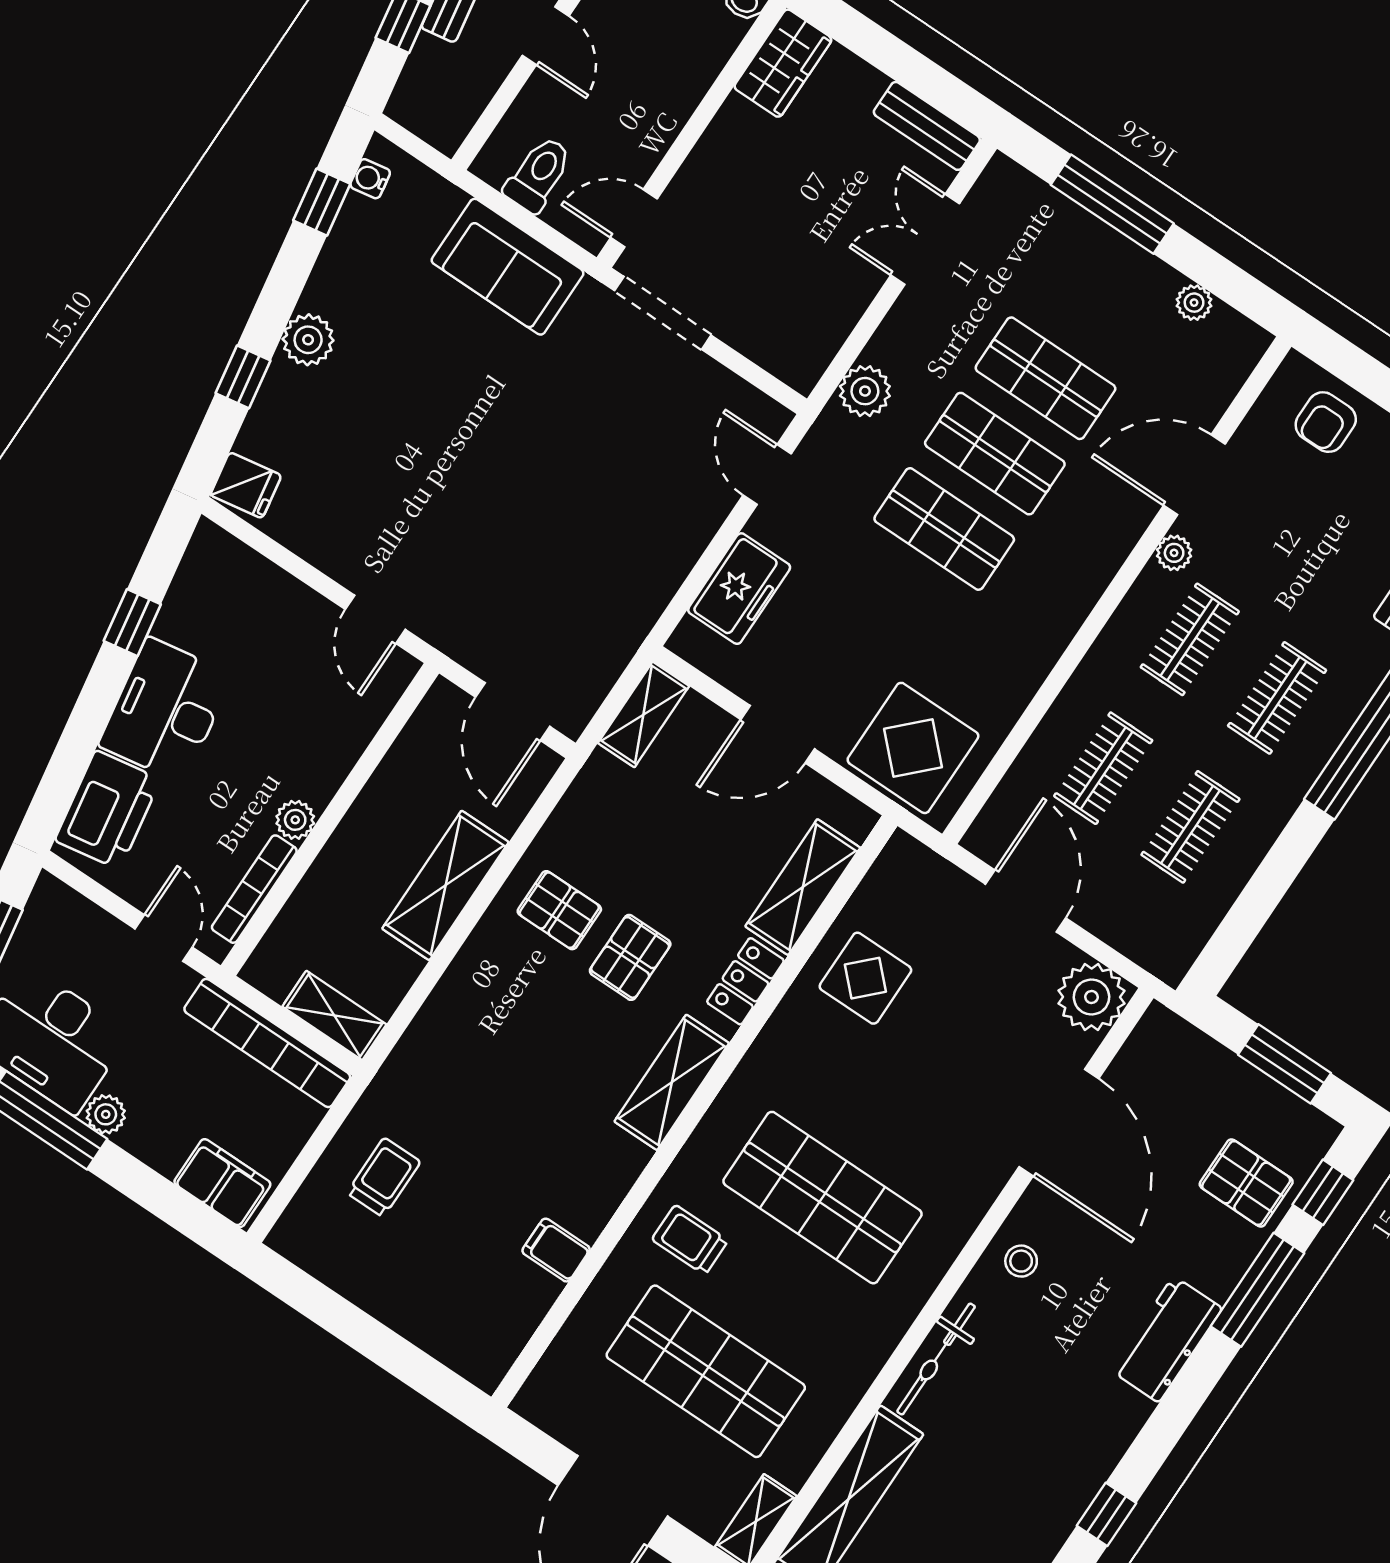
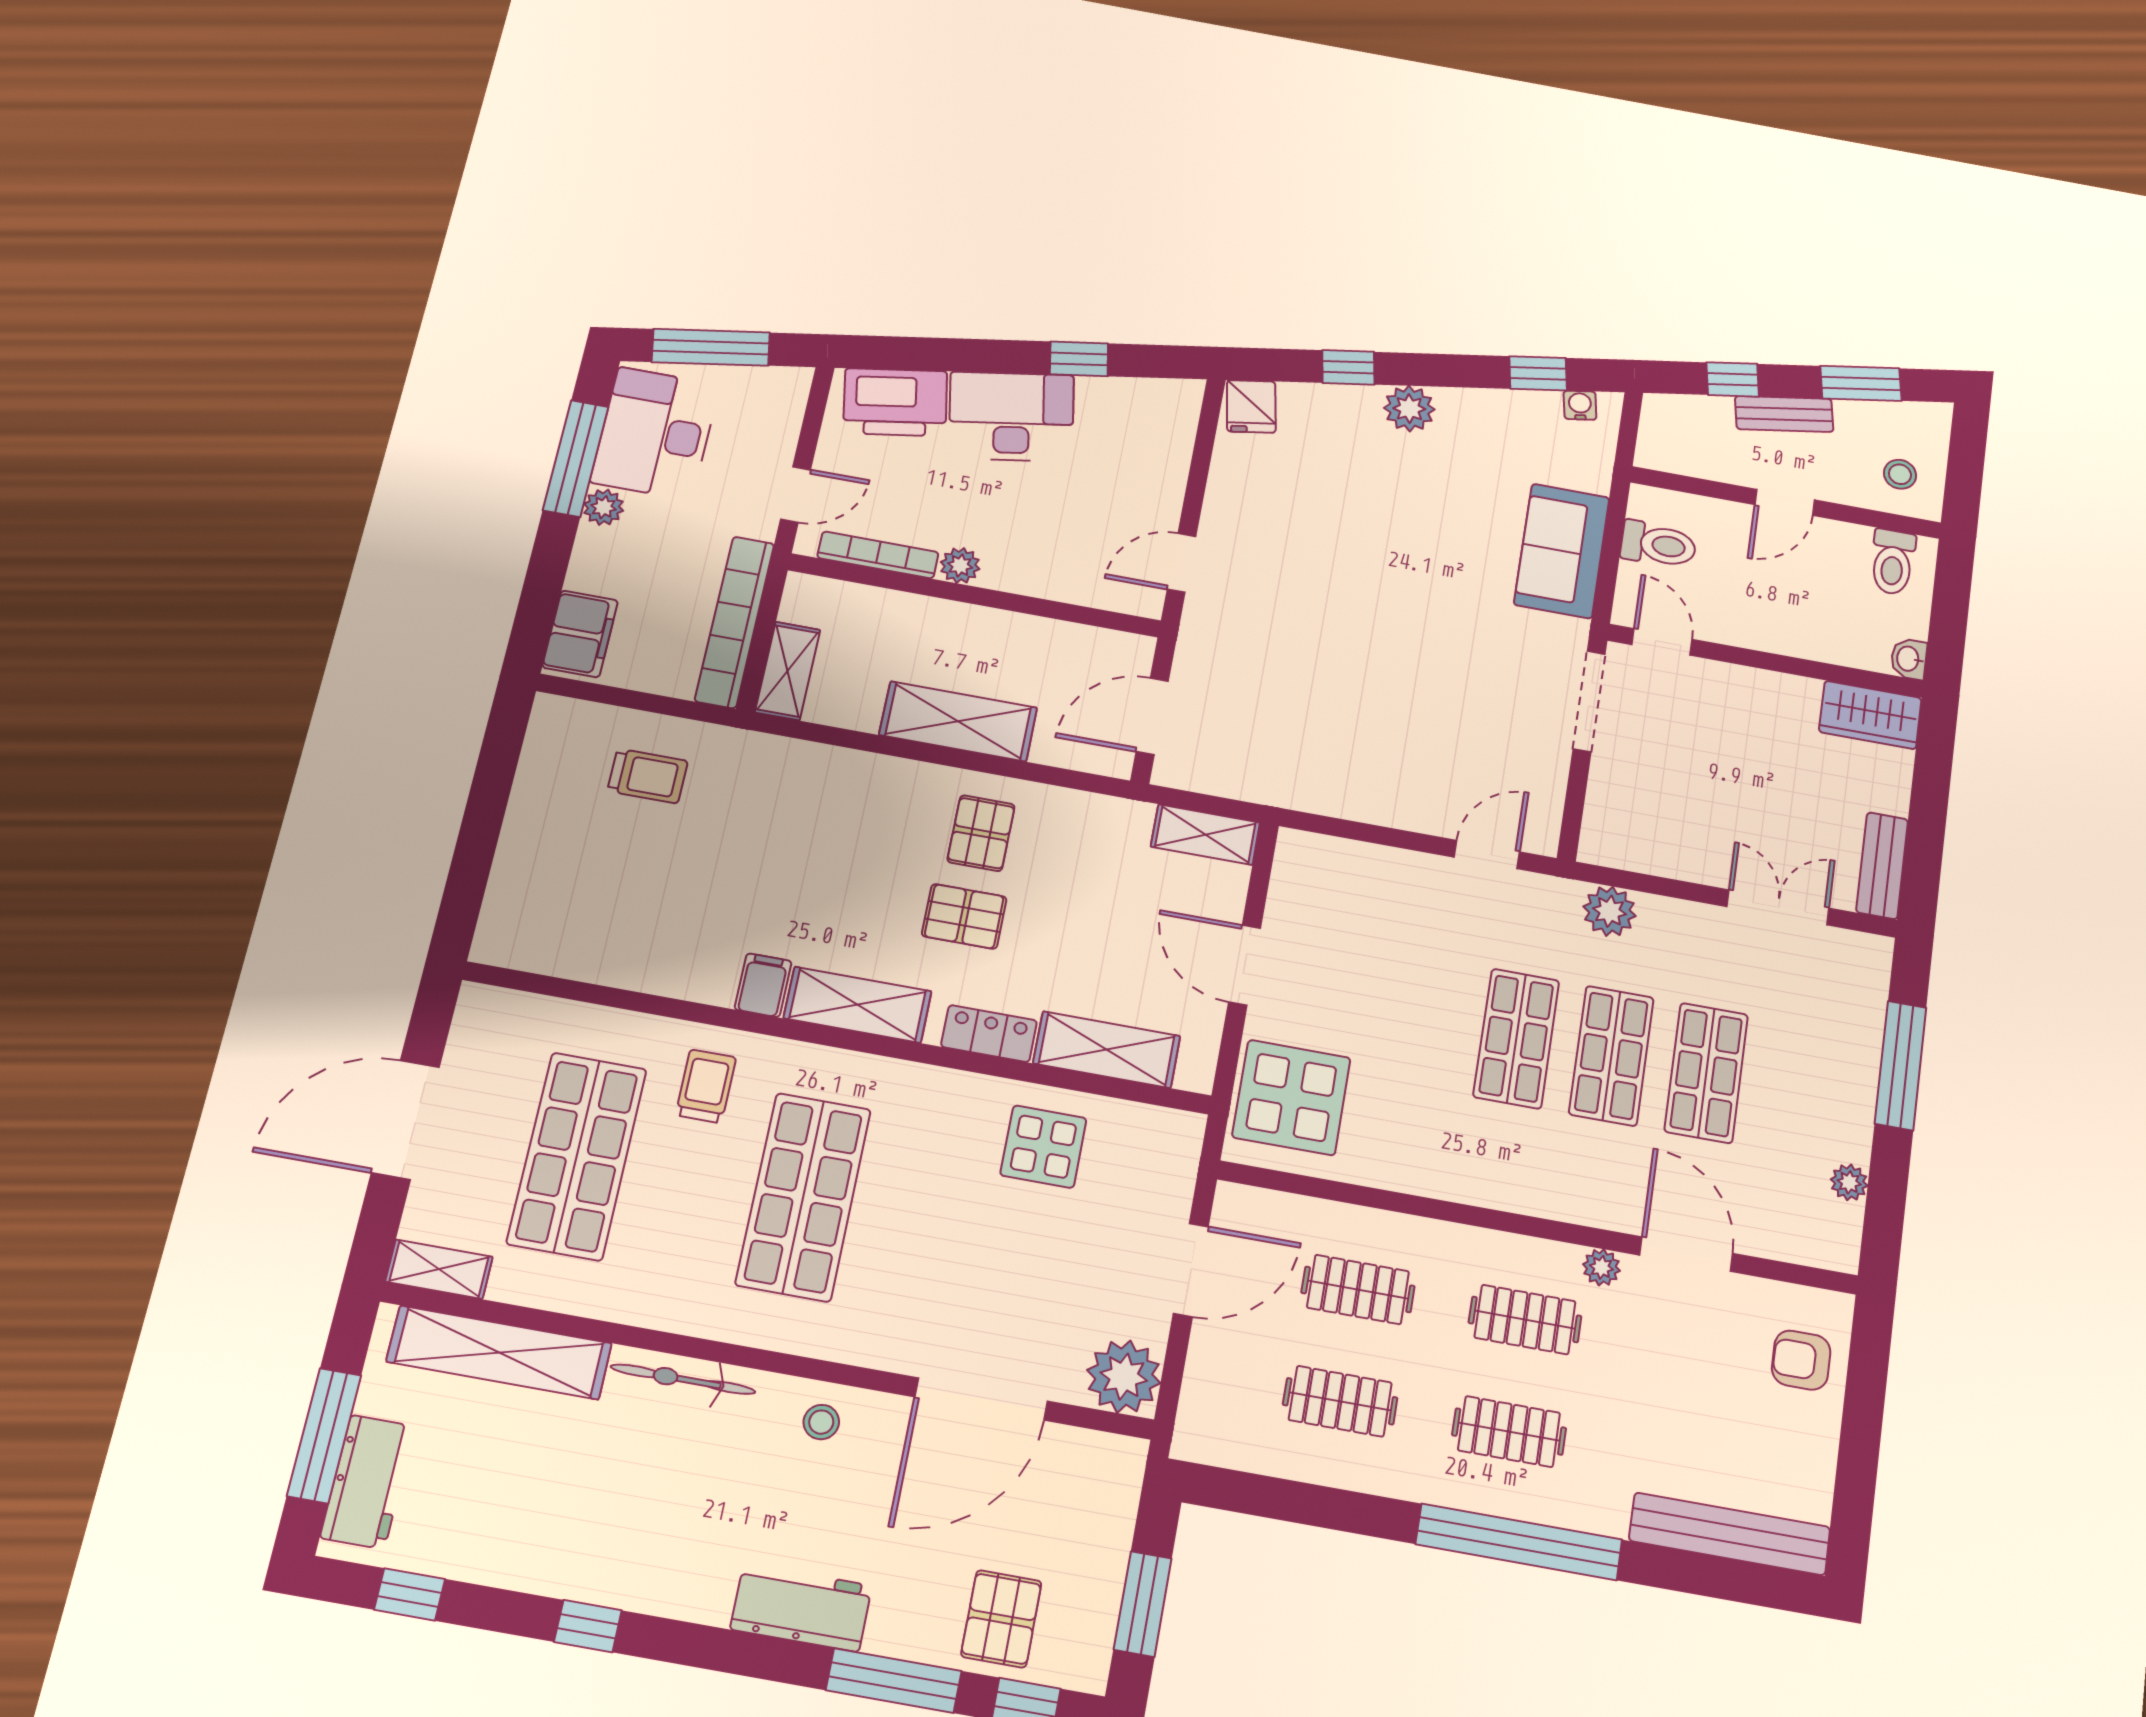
freezer: (739, 589) -> (1367, 873), removed
filing cabinet: (556, 1250) -> (763, 985), moved

